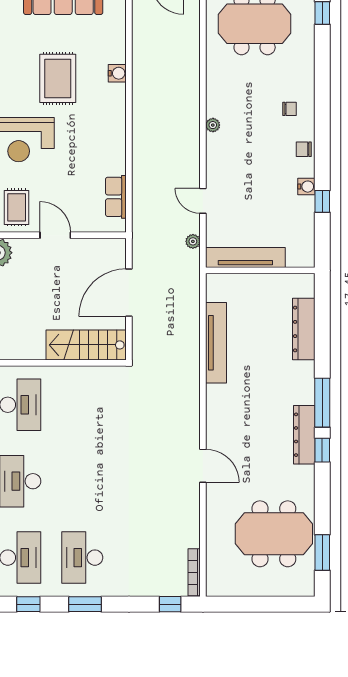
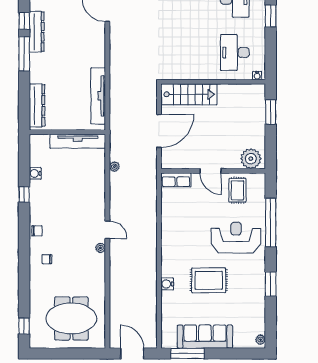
rug: (58, 78) -> (209, 280), turned 90
water cooler: (306, 187) -> (35, 173), moved
row of seats: (116, 197) -> (176, 180), moved, turned 90
door: (203, 201) -> (107, 230), moved
tv unit: (245, 257) -> (78, 141), moved
wall: (260, 270) -> (67, 132), moved

